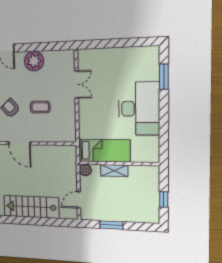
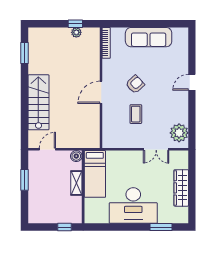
wardrobe: (119, 55) -> (181, 188), added
plant: (34, 61) -> (179, 133), moved
door: (79, 200) -> (47, 149), hinge flipped
window: (164, 200) -> (65, 227), moved

